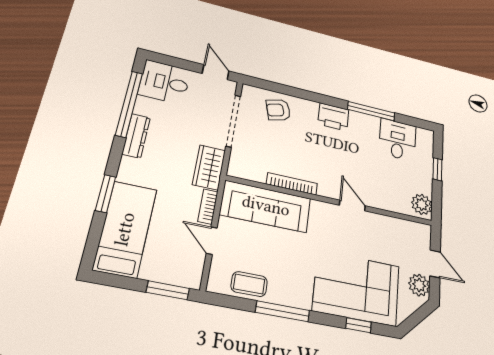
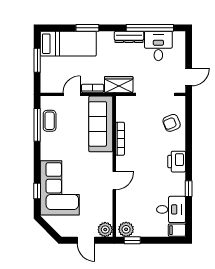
desk: (165, 82) -> (158, 46), moved
armchair: (278, 110) -> (172, 123), turned -96
window: (371, 111) -> (189, 189), width x0.46
filing cabinet: (425, 139) -> (177, 230), added
window: (437, 169) -> (132, 240), moved
door: (435, 264) -> (86, 240), hinge flipped
plant: (419, 285) -> (105, 230), moved
window: (168, 290) -> (37, 60), moved
window: (283, 311) -> (37, 125), moved

